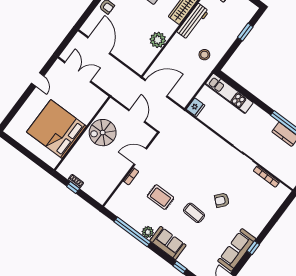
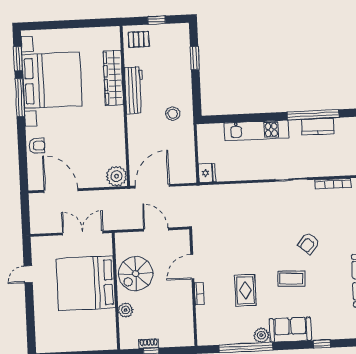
plant: (158, 40) -> (116, 176), moved
double door: (78, 72) -> (83, 233), moved
door: (38, 80) -> (28, 274), swing flipped
kitchen unit: (229, 93) -> (257, 130), moved
bed: (56, 129) -> (86, 283), moved
plant: (78, 150) -> (126, 310), added
rug: (160, 197) -> (245, 290), turned 90

